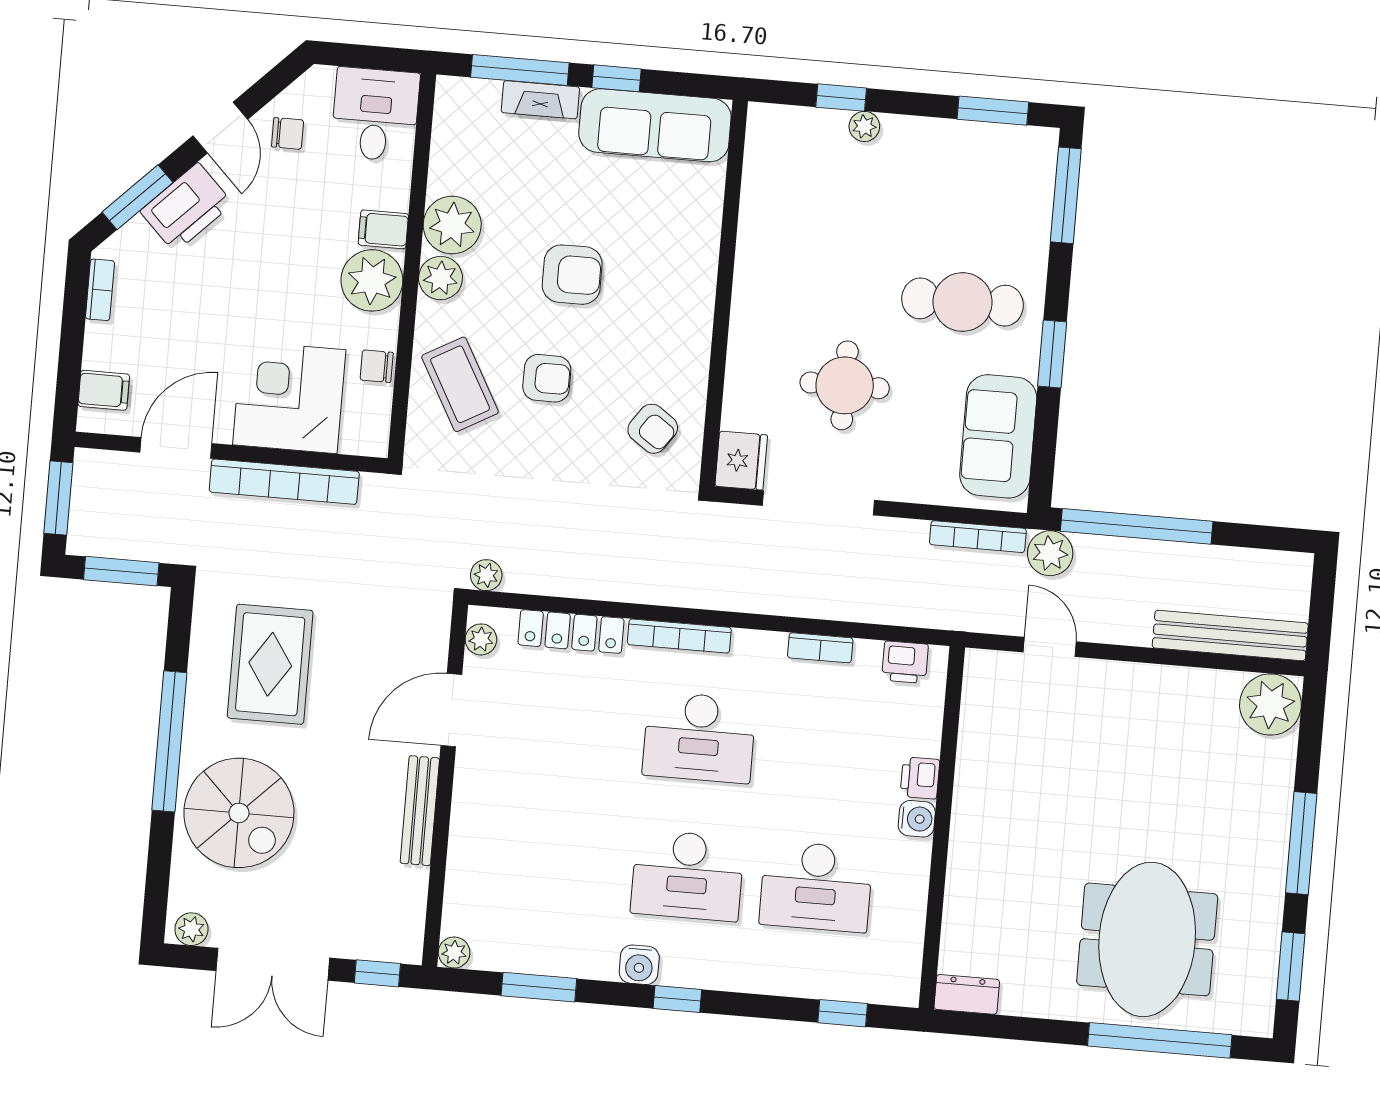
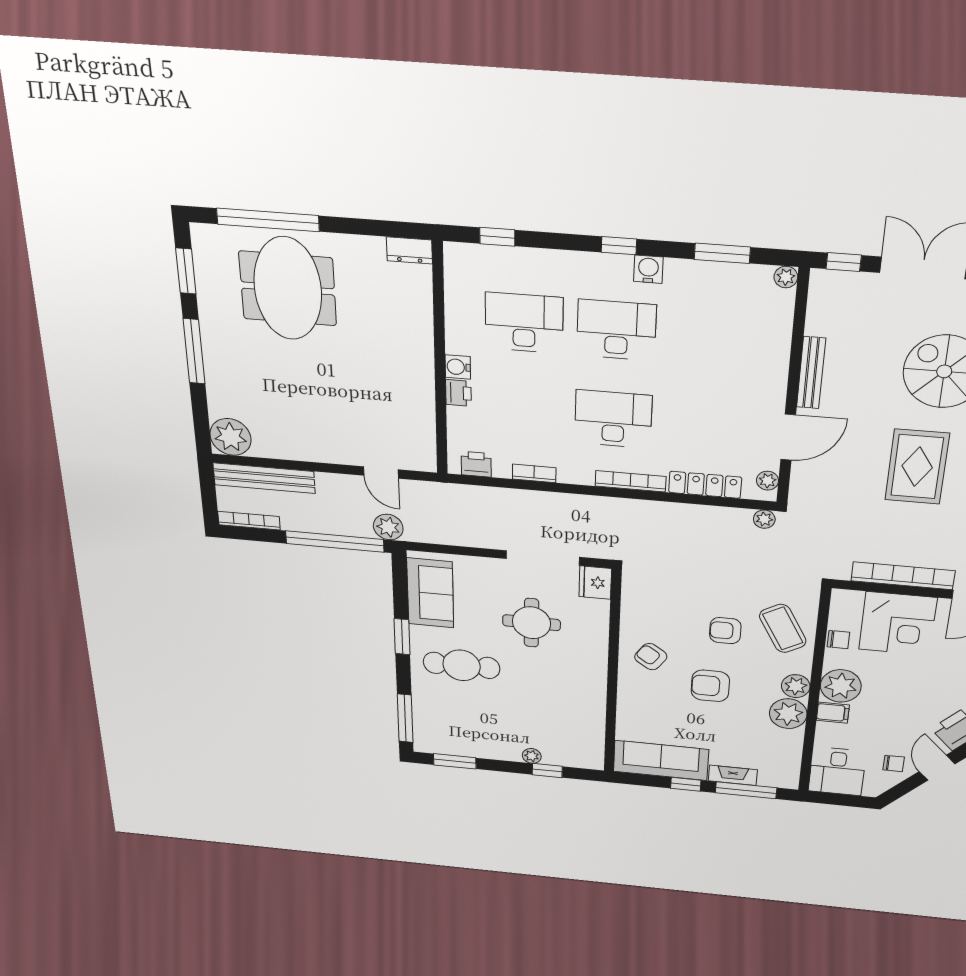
chair: (288, 133) -> (894, 763), turned 180
armchair: (653, 429) -> (651, 657), moved
bookcase: (978, 537) -> (249, 521), moved

